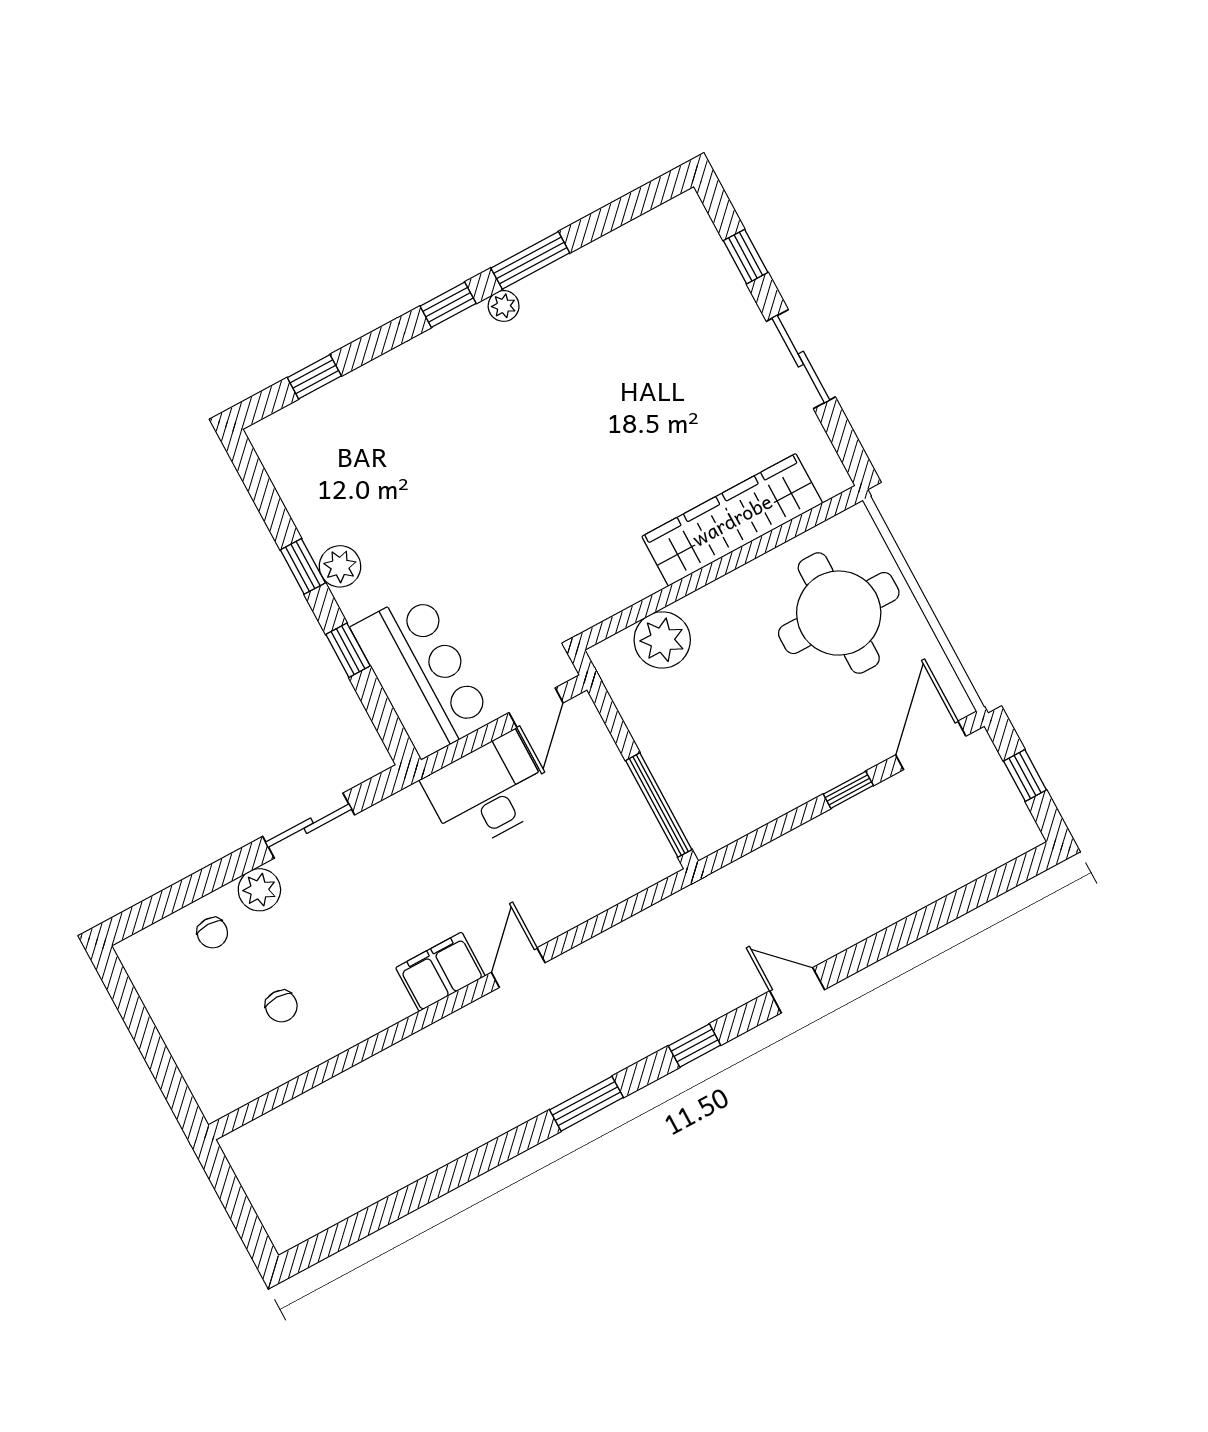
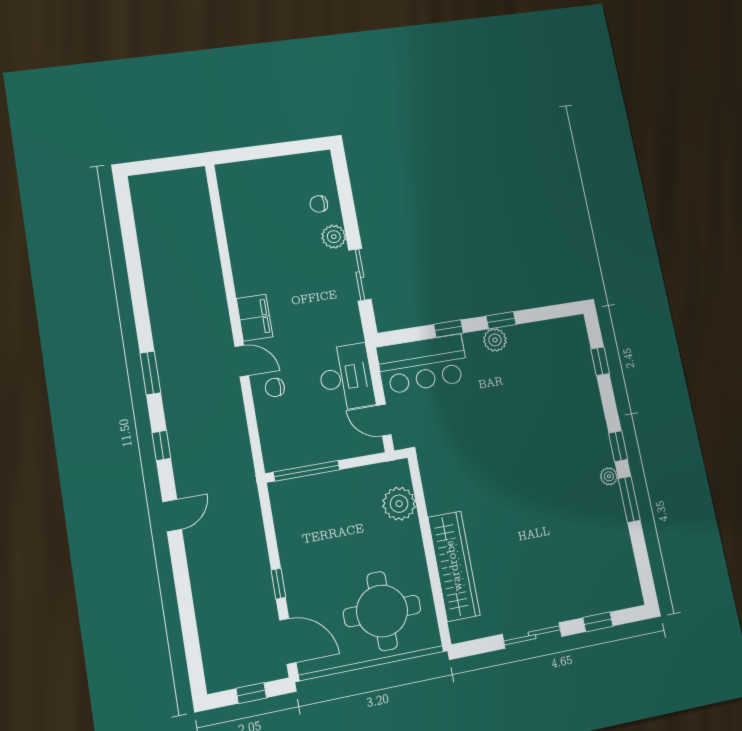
chair: (281, 1006) -> (275, 387), moved

